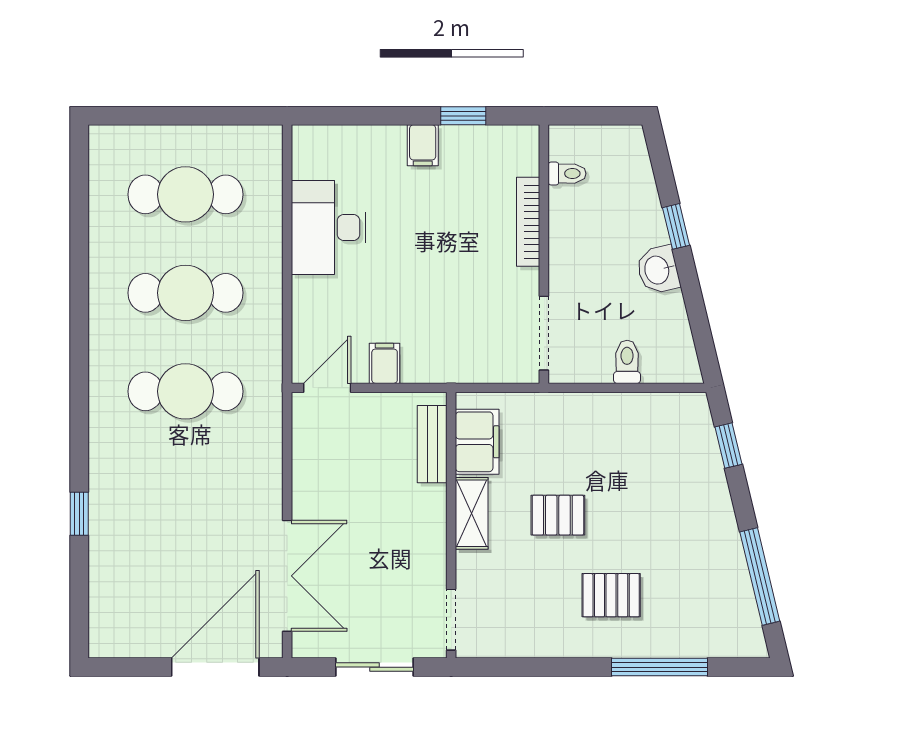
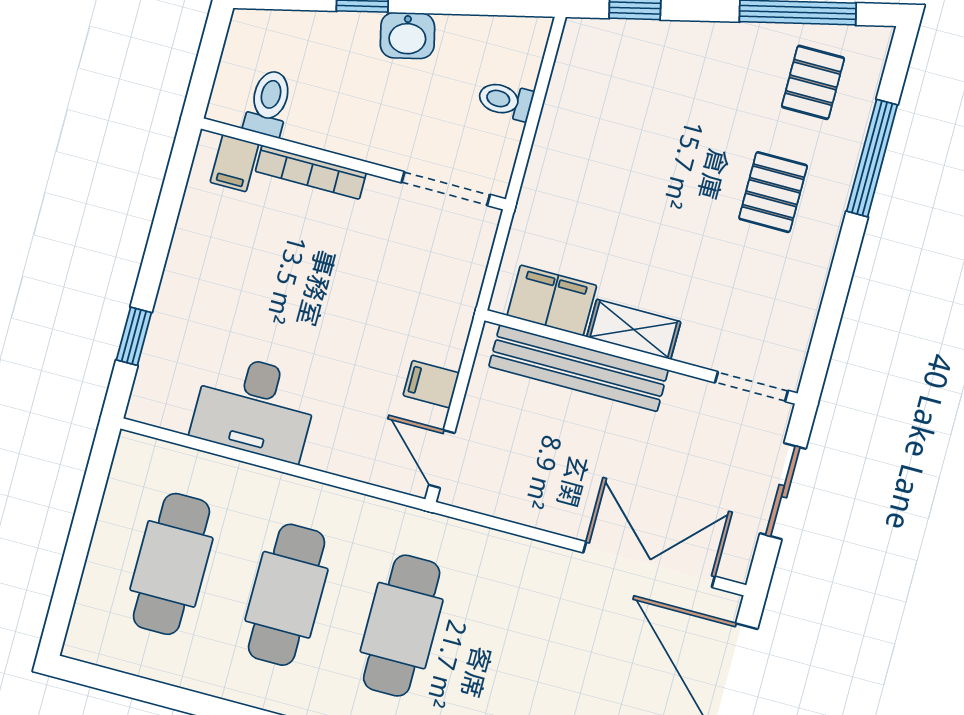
window: (463, 116) -> (134, 336), moved
filing cabinet: (423, 145) -> (234, 163), moved, turned 90
toilet: (567, 174) -> (269, 103), width x1.37, depth x1.39
bench: (432, 444) -> (579, 368), width x1.86, depth x1.21
pallet: (558, 515) -> (813, 82), moved

